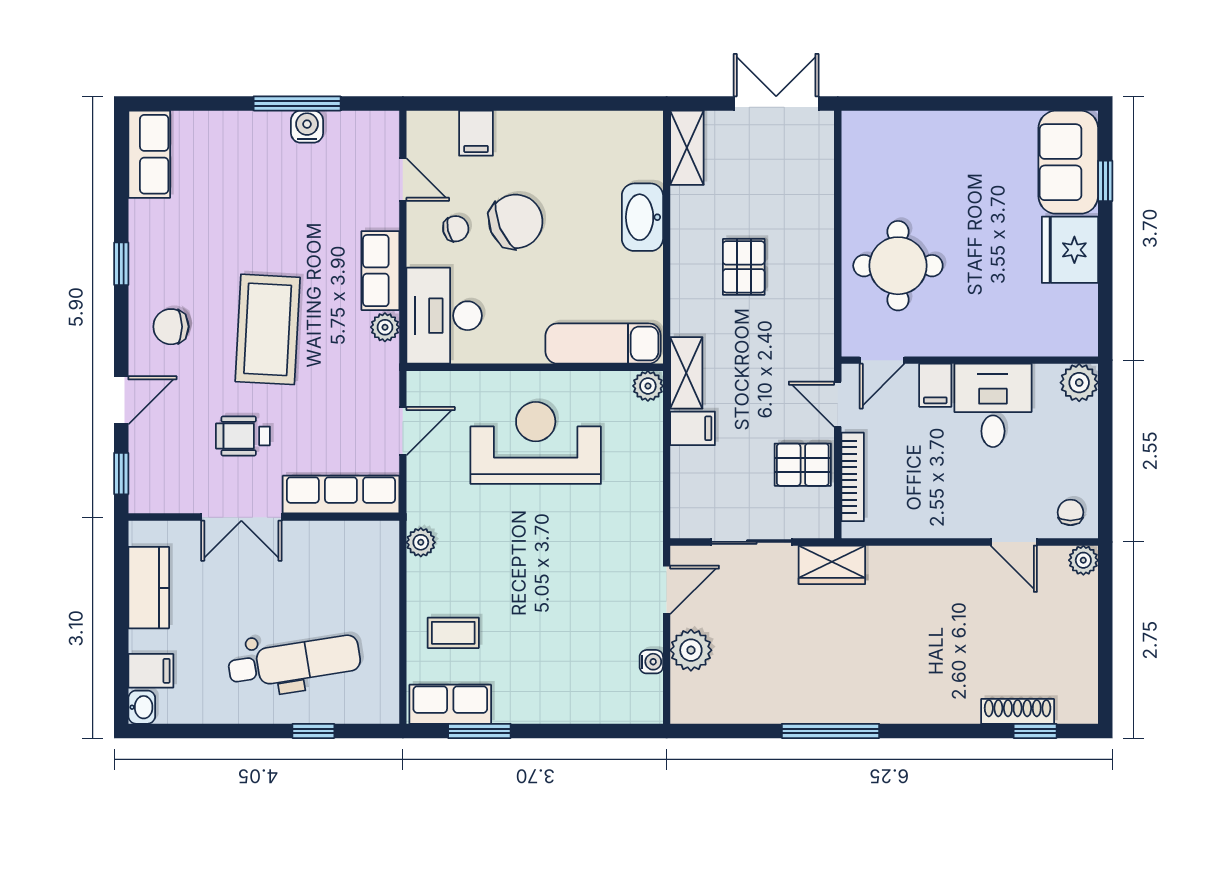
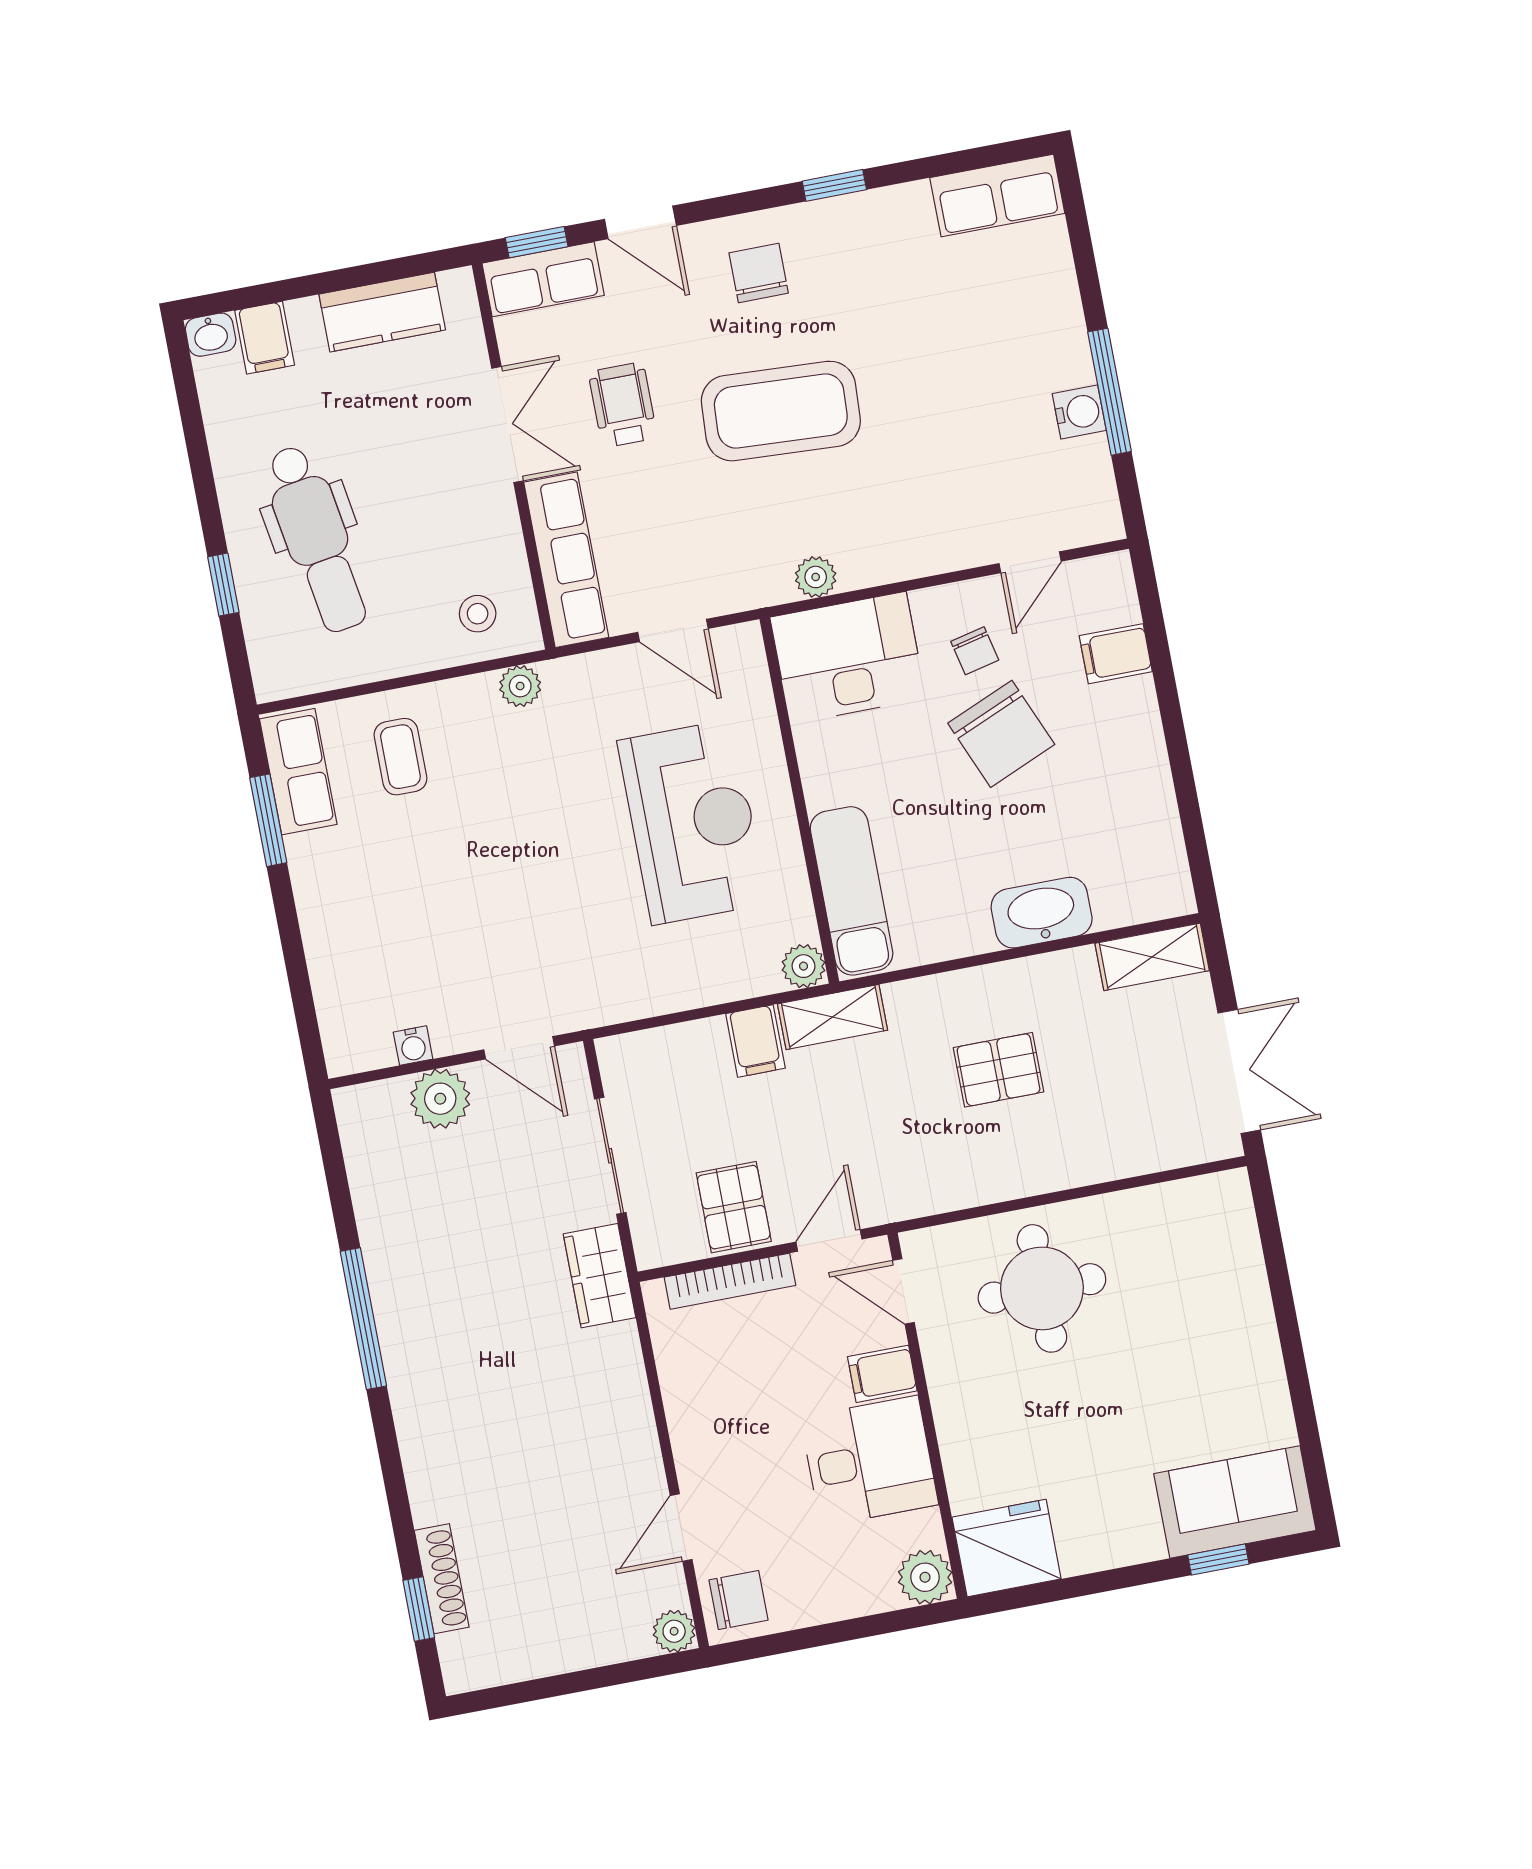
fridge: (1070, 250) -> (1007, 1548), moved
row of seats: (380, 271) -> (543, 279), moved, turned 180
chair: (1070, 512) -> (738, 1600), width x1.37, depth x1.37
double door: (241, 517) -> (507, 425), swing flipped
stool: (366, 562) -> (478, 614), added

